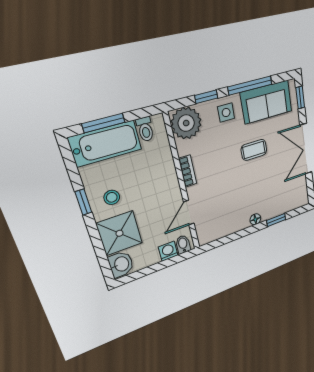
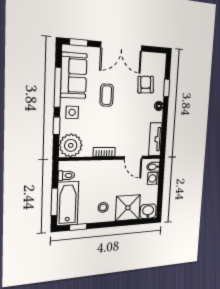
armchair: (274, 193) -> (146, 85), added
window: (83, 202) -> (78, 227), moved
tv unit: (217, 232) -> (155, 139), added

